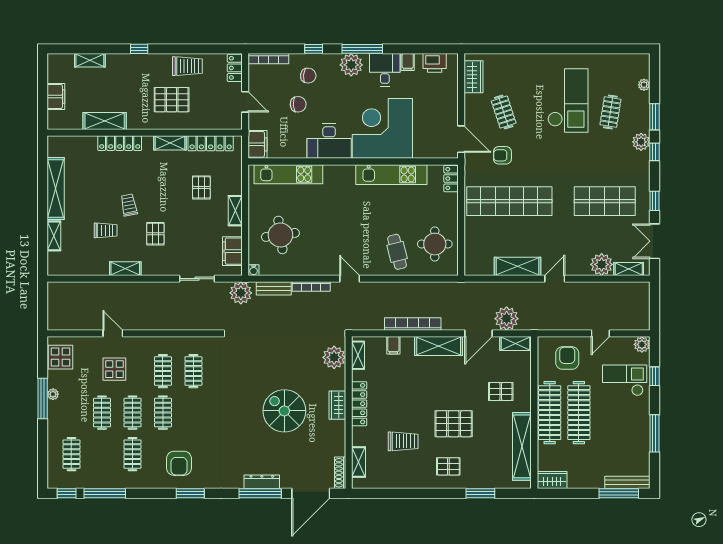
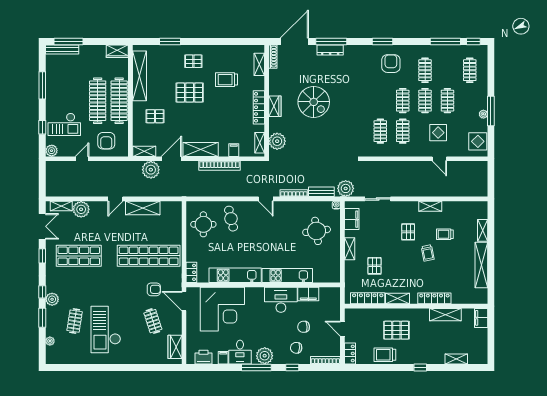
filing cabinet: (56, 96) -> (481, 318), moved
corner desk: (382, 128) -> (222, 309), moved
filing cabinet: (257, 144) -> (308, 294), moved, turned -90
kitchen unit: (288, 174) -> (287, 275), moved

